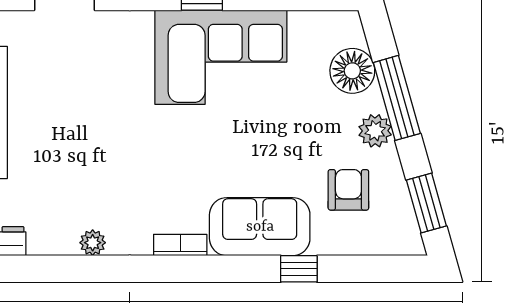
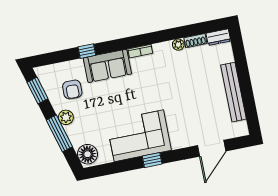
floor lamp: (352, 71) -> (87, 154), moved
shoe rack: (53, 244) -> (195, 41), added

